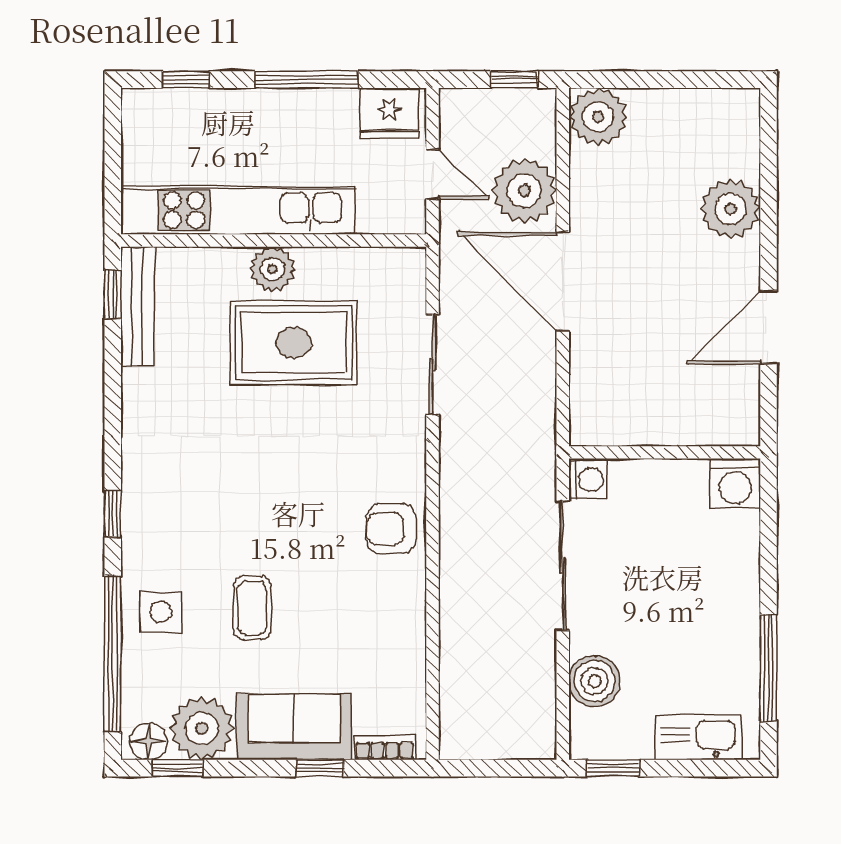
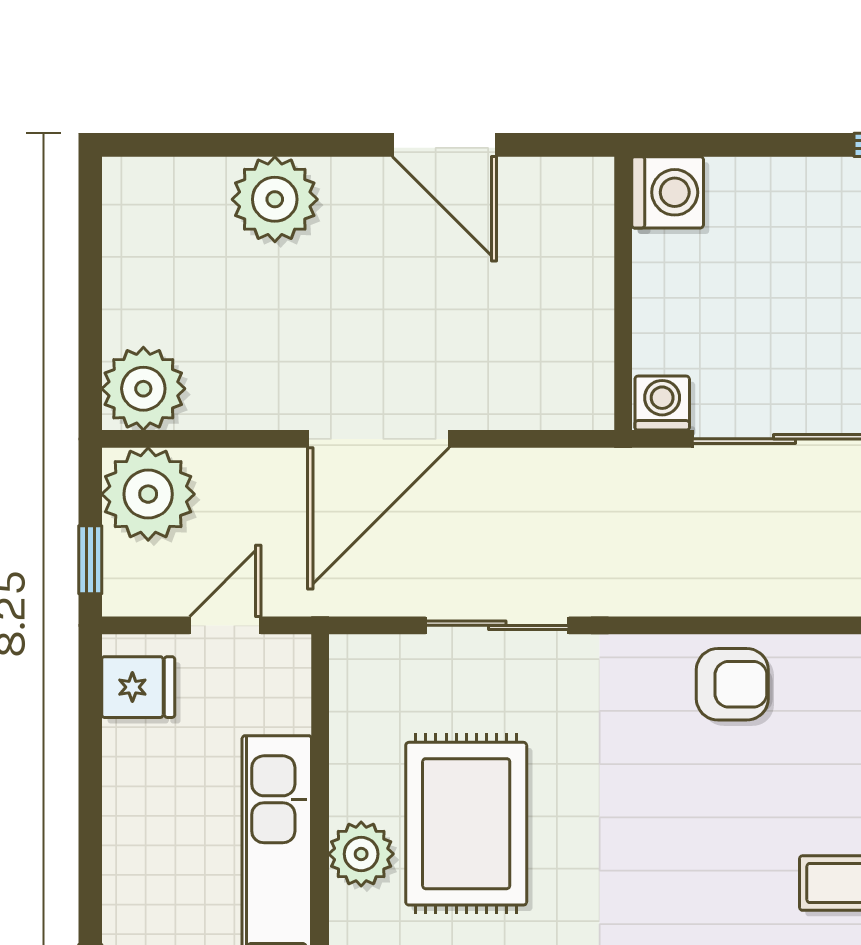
window: (307, 80) -> (90, 805), removed
window: (514, 80) -> (90, 560), moved
fridge: (389, 113) -> (138, 687), width x0.72
plant: (524, 191) -> (148, 494), moved
armchair: (391, 529) -> (732, 684), turned -90

